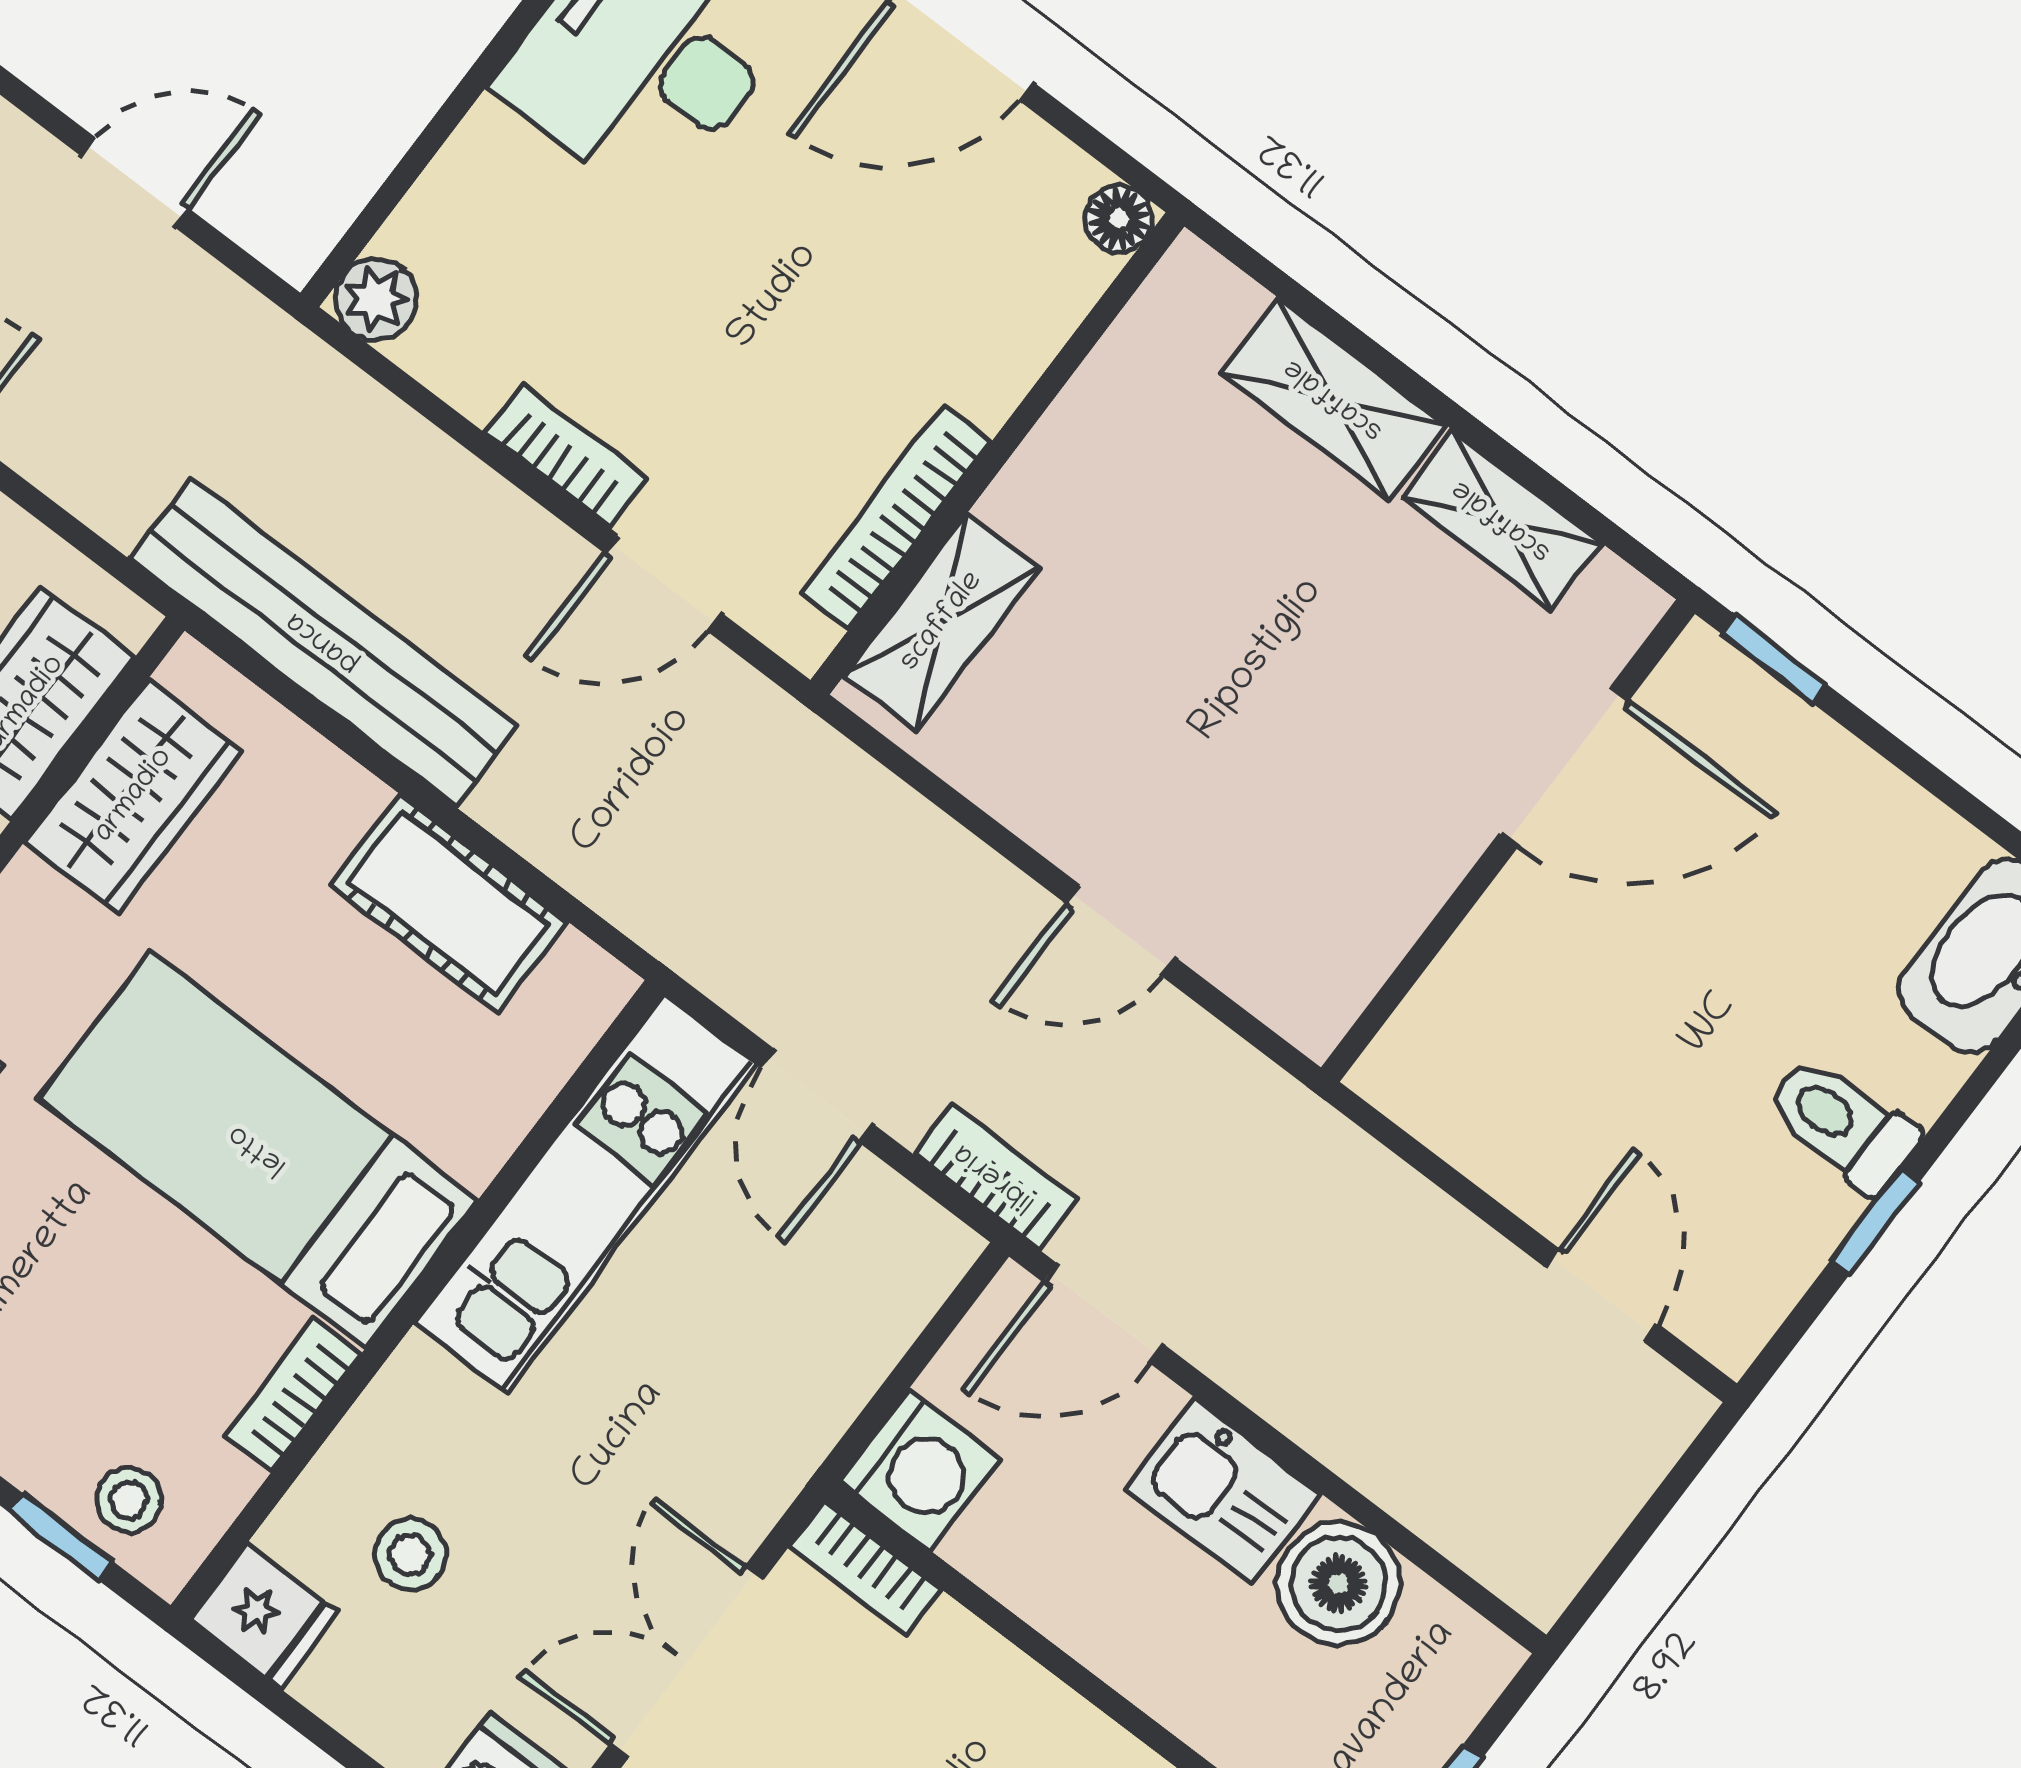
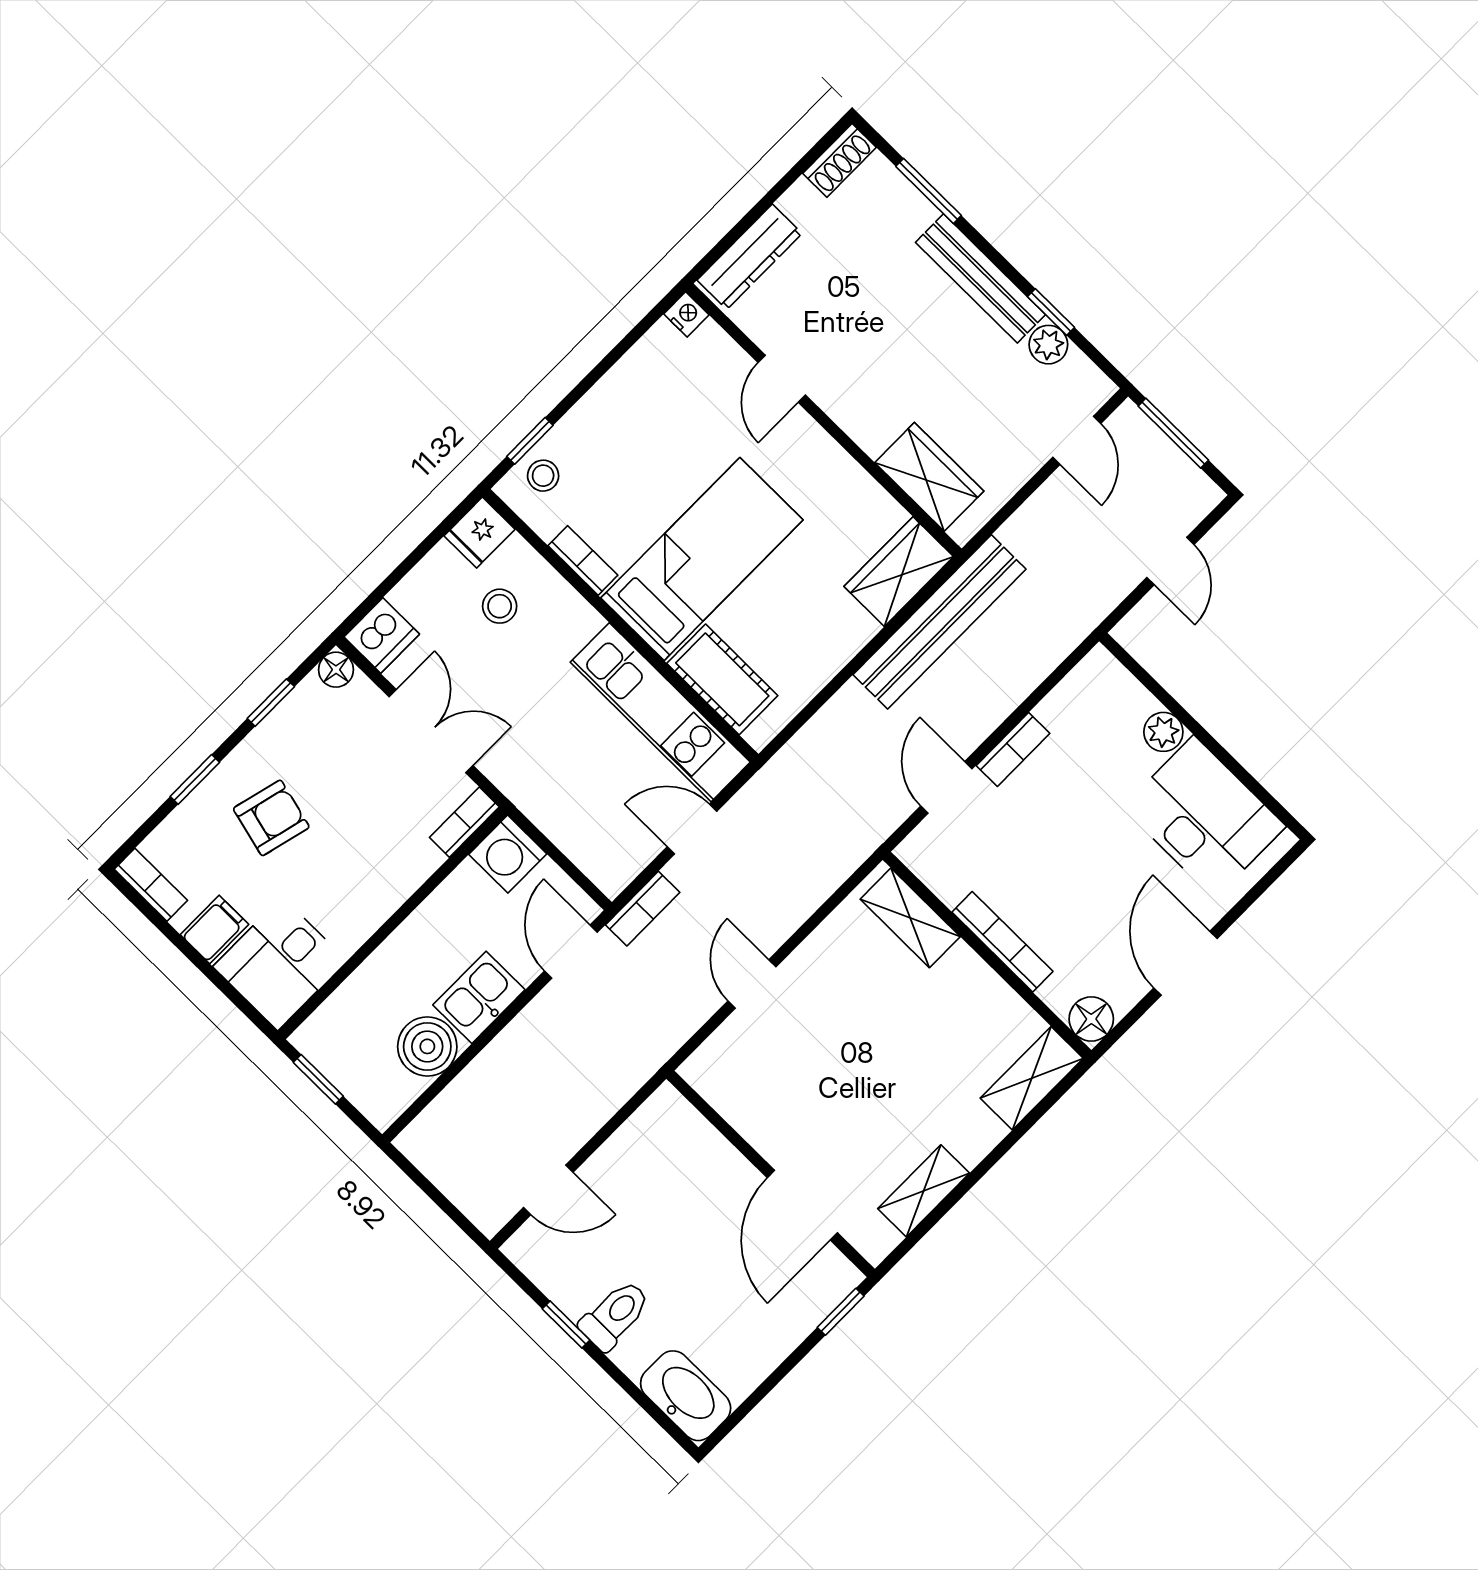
floor lamp: (1119, 219) -> (1091, 1019), width x1.37, depth x1.37
plant: (376, 299) -> (1163, 732), moved
shelving: (1334, 399) -> (1032, 1078), moved
bookcase: (896, 517) -> (1002, 942), moved
wardrobe: (134, 796) -> (899, 572), moved, turned 90
cot: (449, 903) -> (722, 679), moved, turned 90

